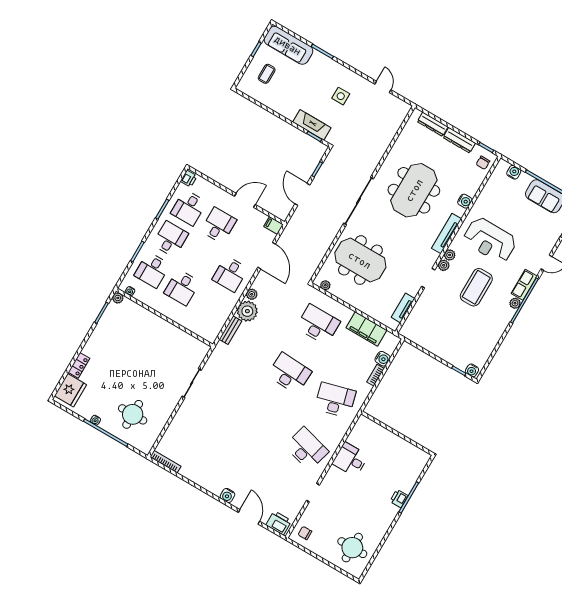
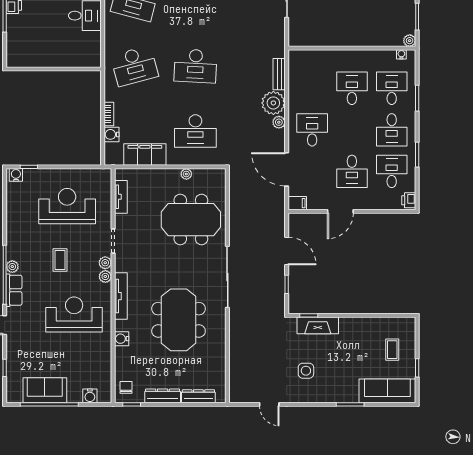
plant: (325, 285) -> (186, 174), moved
coffee table: (476, 287) -> (60, 260), width x0.54, depth x0.58
reception desk: (447, 325) -> (67, 206), added

